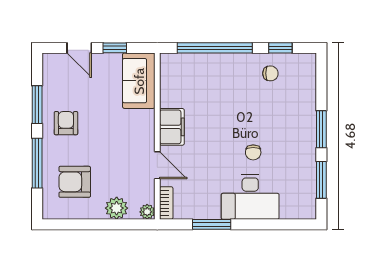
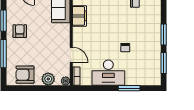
filing cabinet: (172, 127) -> (79, 16), moved
armchair: (75, 182) -> (25, 75), moved
desk: (250, 197) -> (108, 73), moved
window: (212, 224) -> (129, 88), moved

